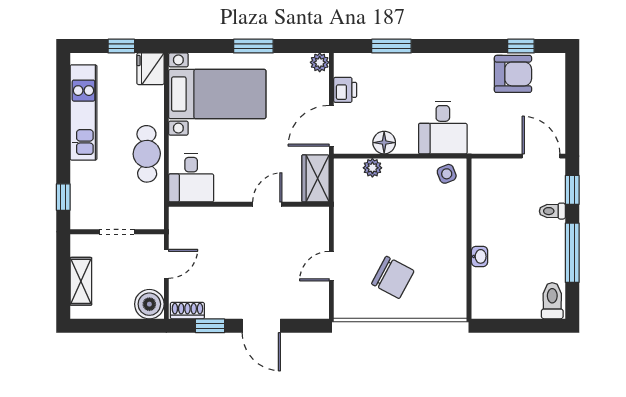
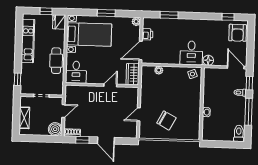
armchair: (513, 74) -> (238, 33), moved, turned 90
floor lamp: (384, 143) -> (208, 60), moved

